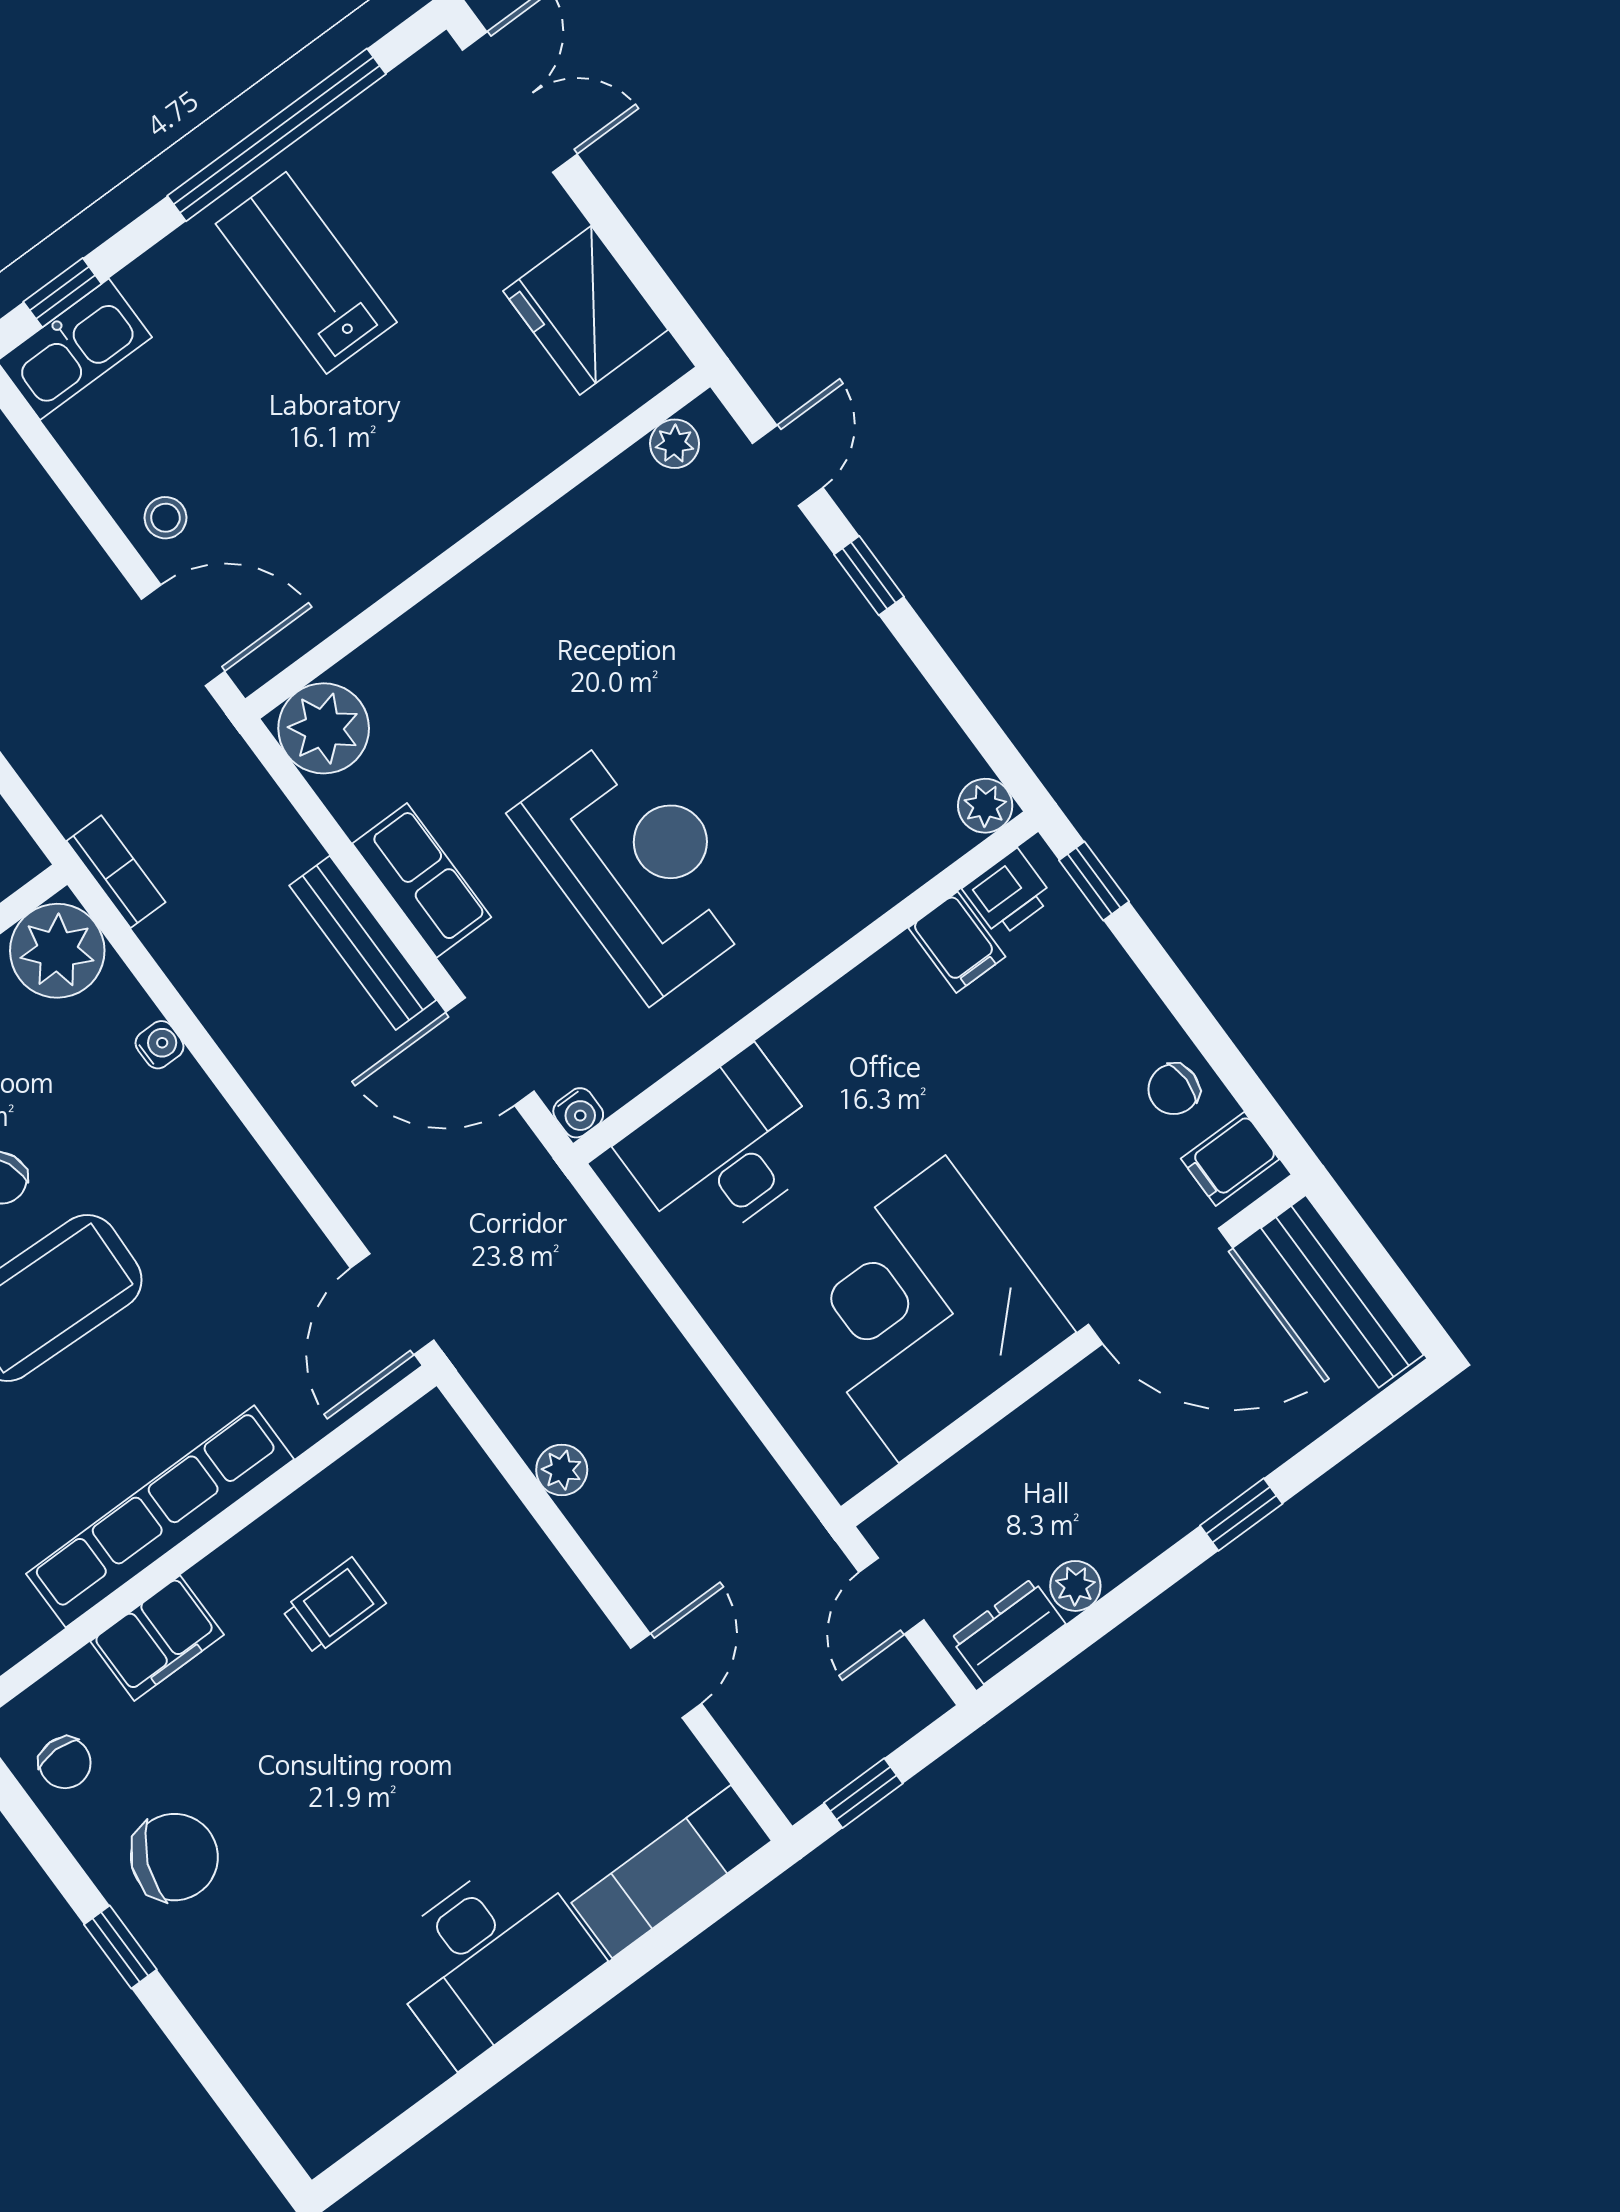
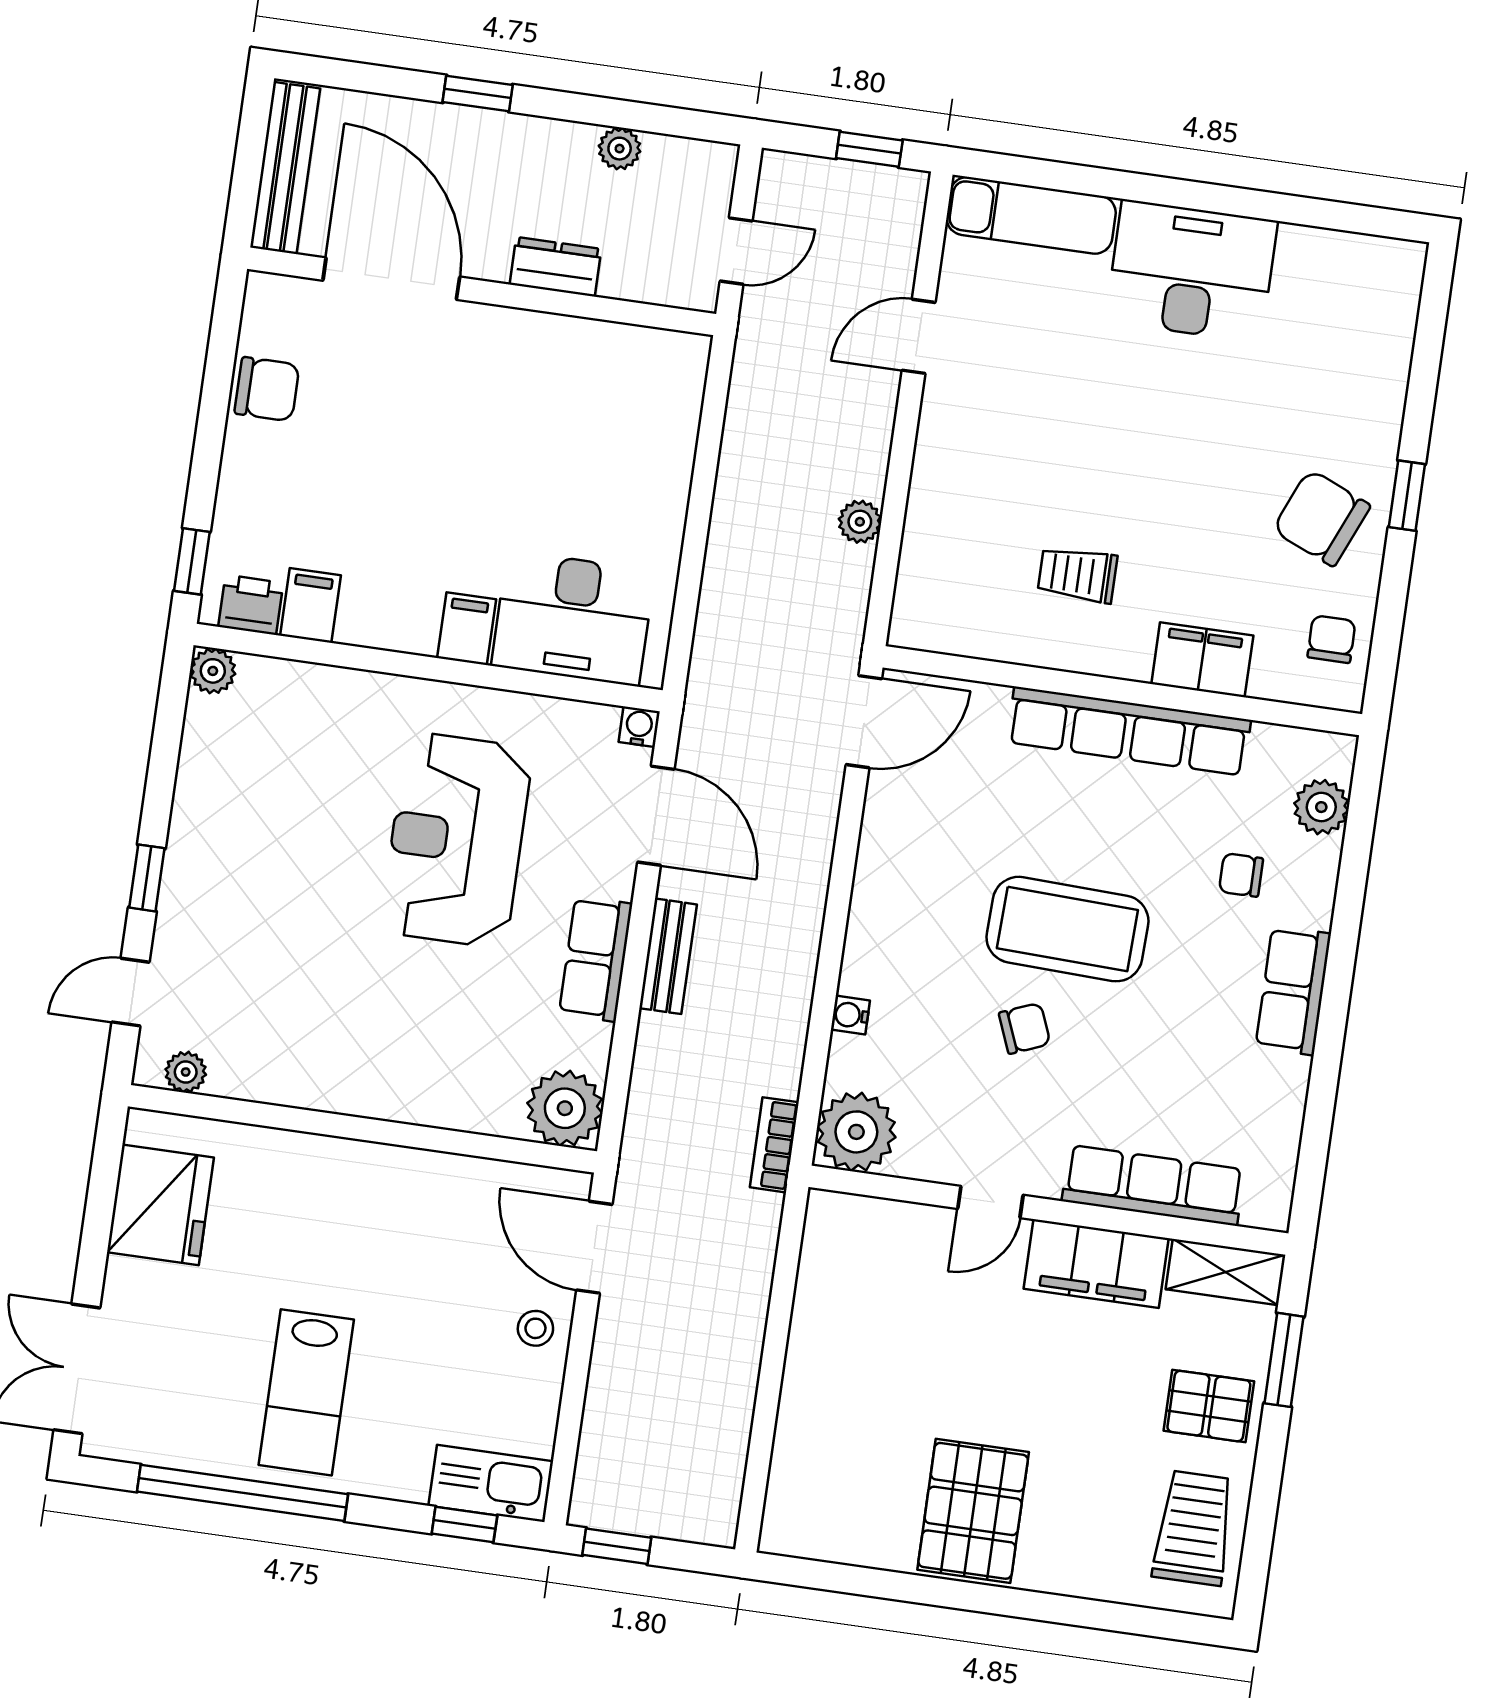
bench: (363, 943) -> (668, 956), width x0.73
chair: (1174, 1089) -> (267, 389), width x1.37, depth x1.37
filing cabinet: (1230, 1159) -> (467, 629), moved, turned -90
corner desk: (922, 1309) -> (548, 406), removed
dresser: (1008, 1631) -> (555, 267), moved, turned 180

